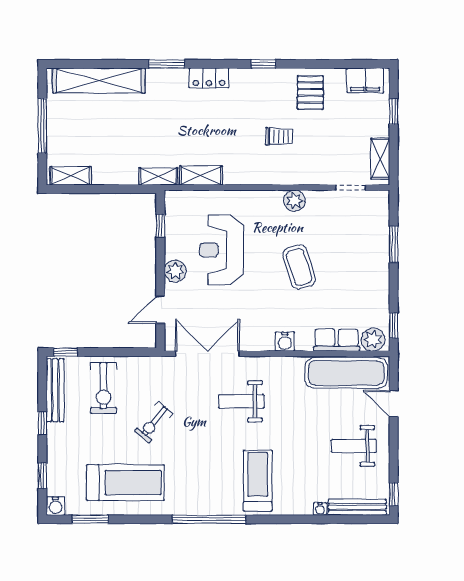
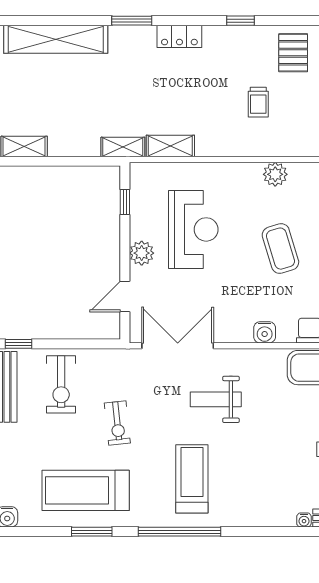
trolley: (279, 136) -> (258, 102), turned 90
reception desk: (221, 250) -> (193, 229), turned 180
exercise bike: (154, 422) -> (117, 423), turned -45
treadmill: (258, 481) -> (192, 479), moved
treadmill: (125, 483) -> (86, 490), turned 180
window: (90, 519) -> (92, 532), moved

